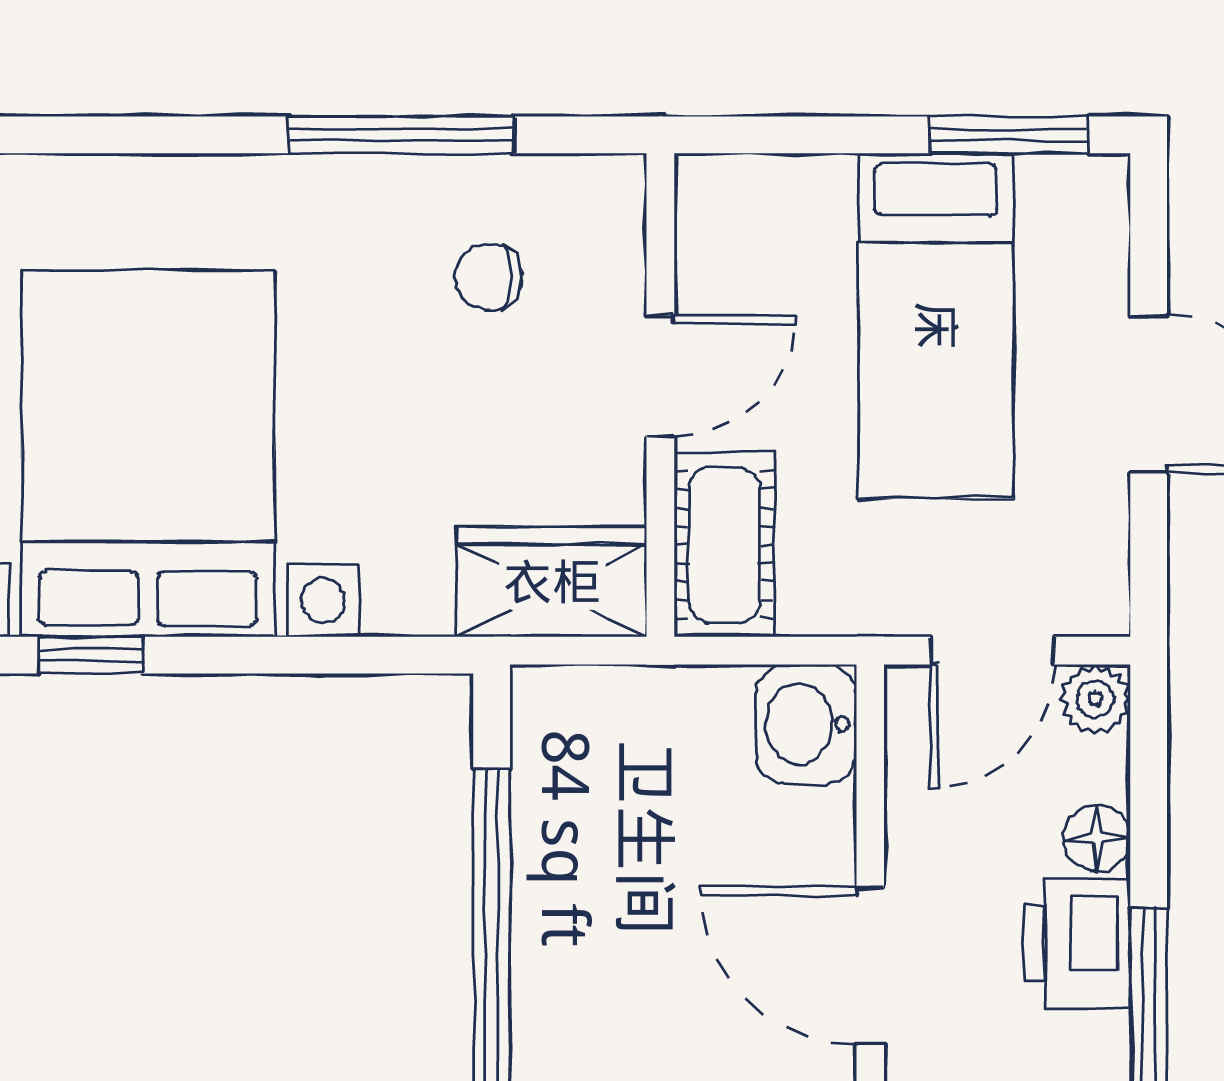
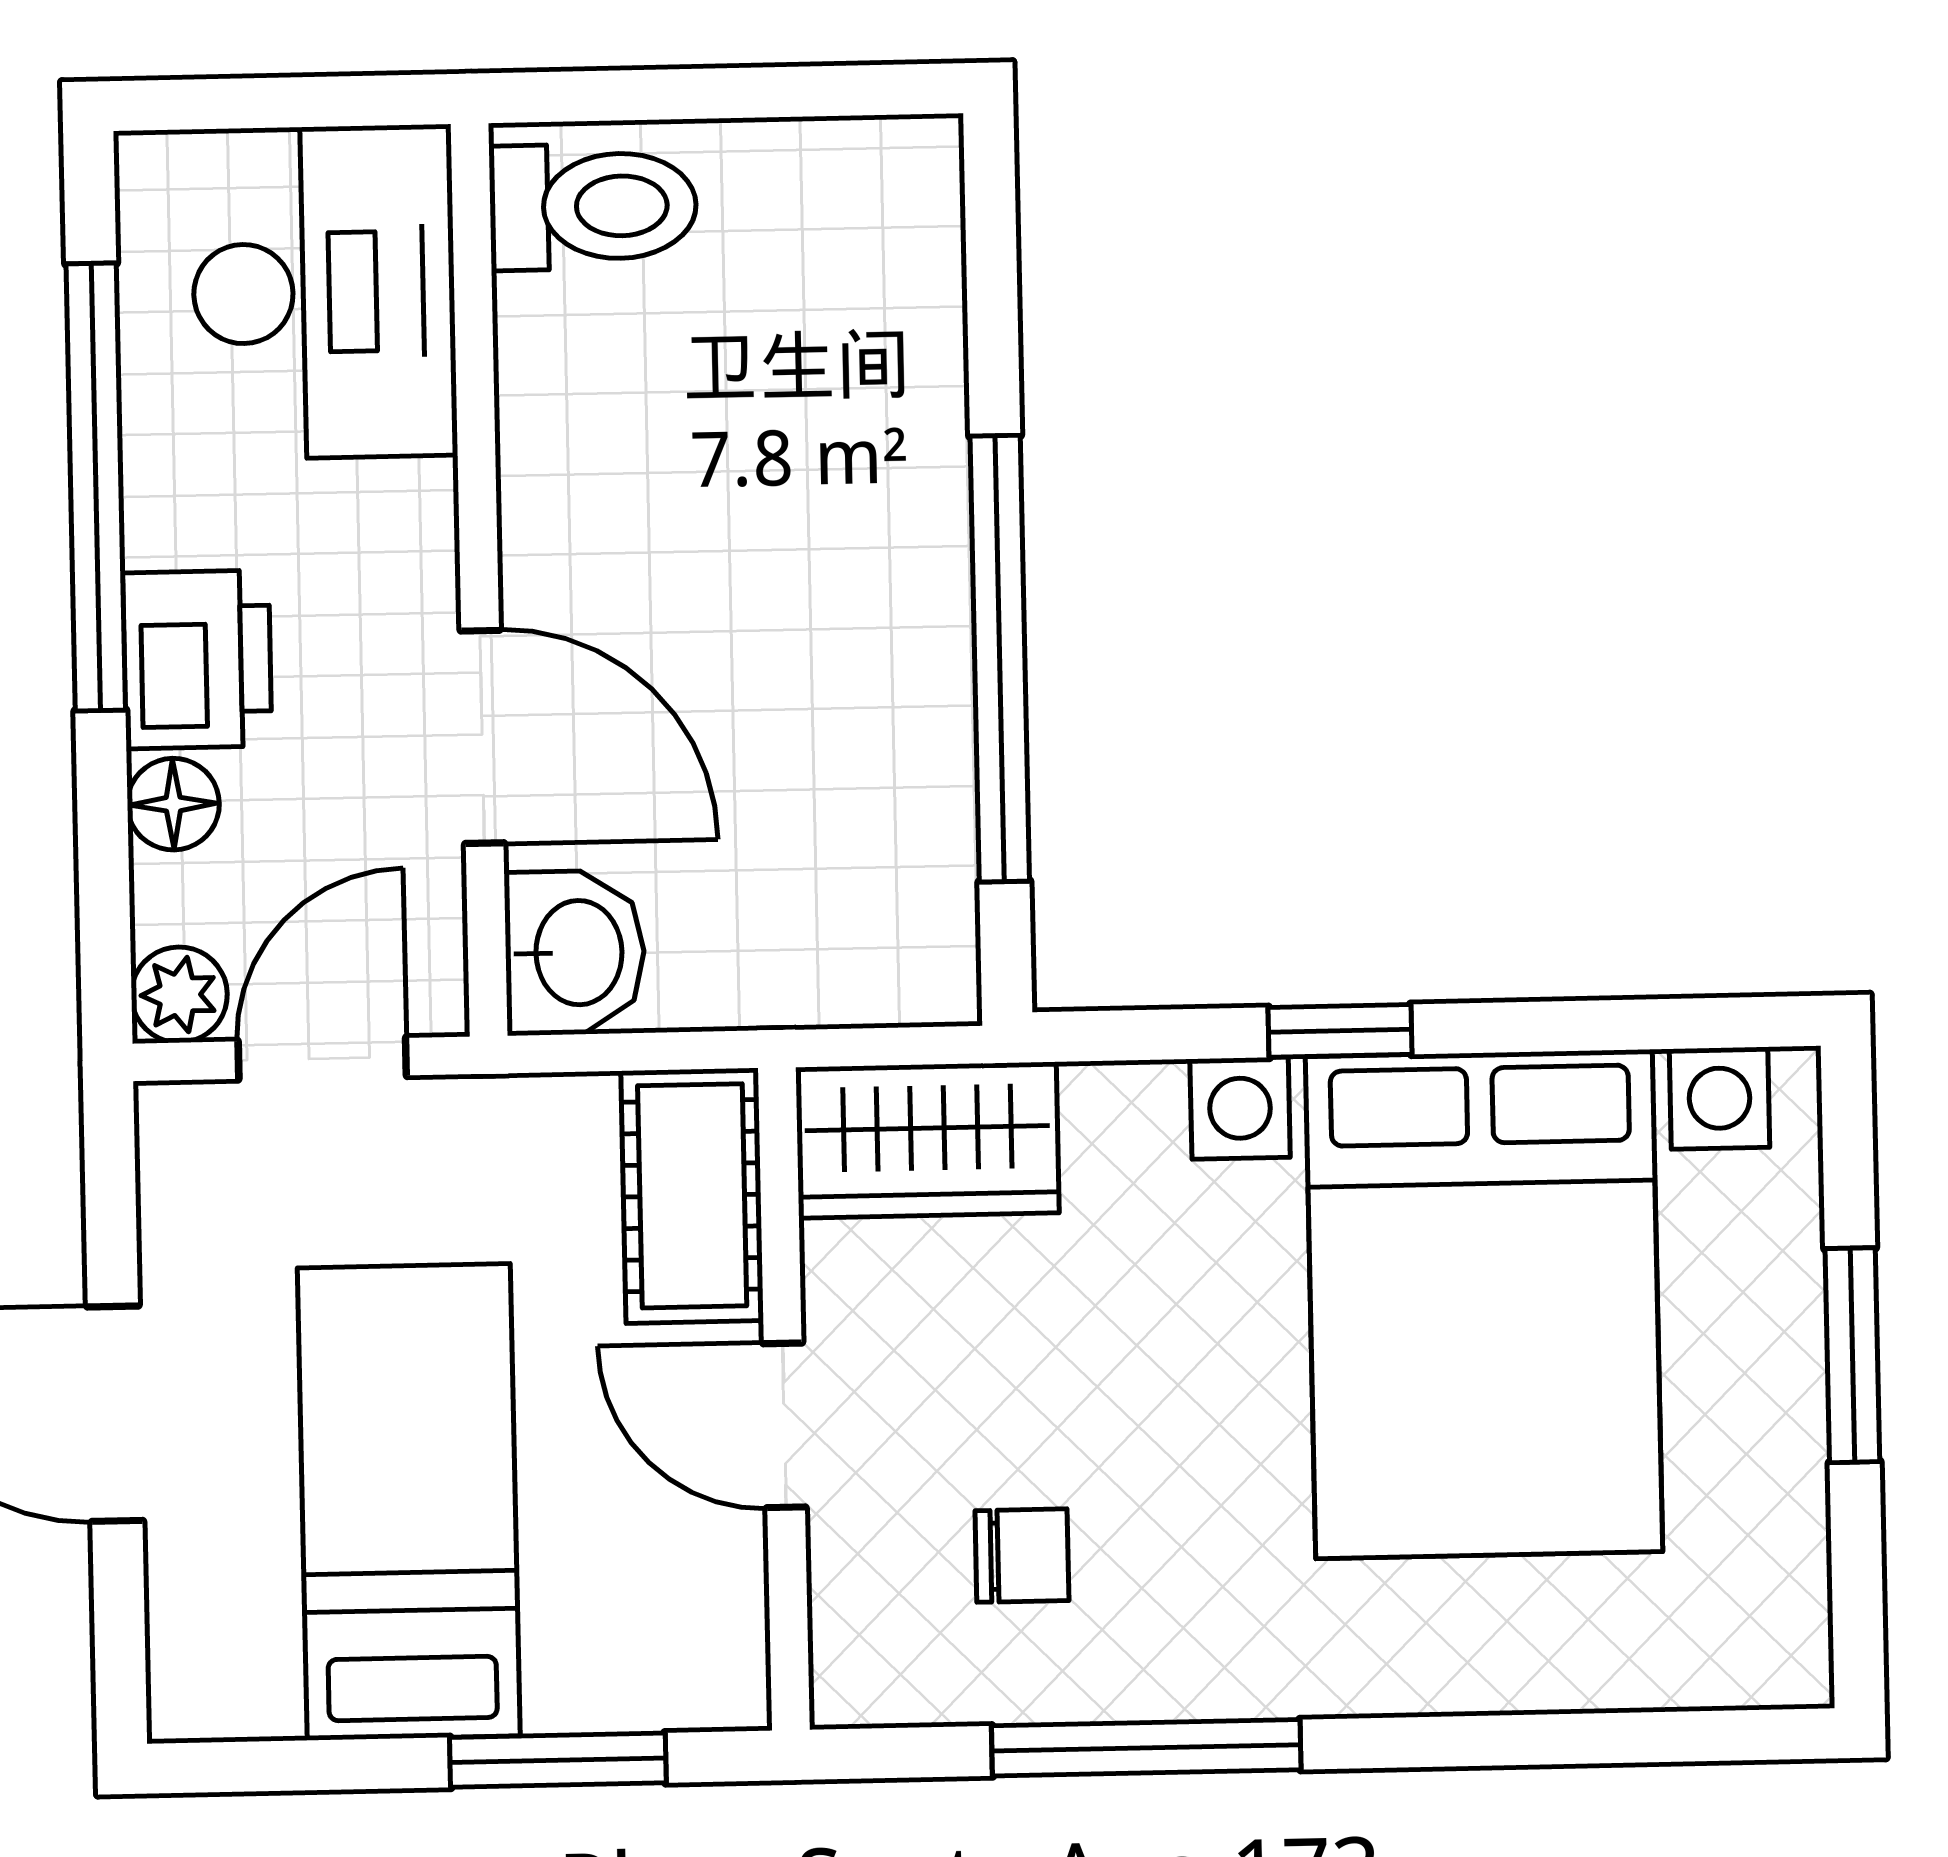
window: (1009, 135) -> (558, 1760), moved
door: (660, 376) -> (784, 1425), hinge flipped
window: (91, 655) -> (1340, 1031), moved
door: (870, 966) -> (482, 737), moved

